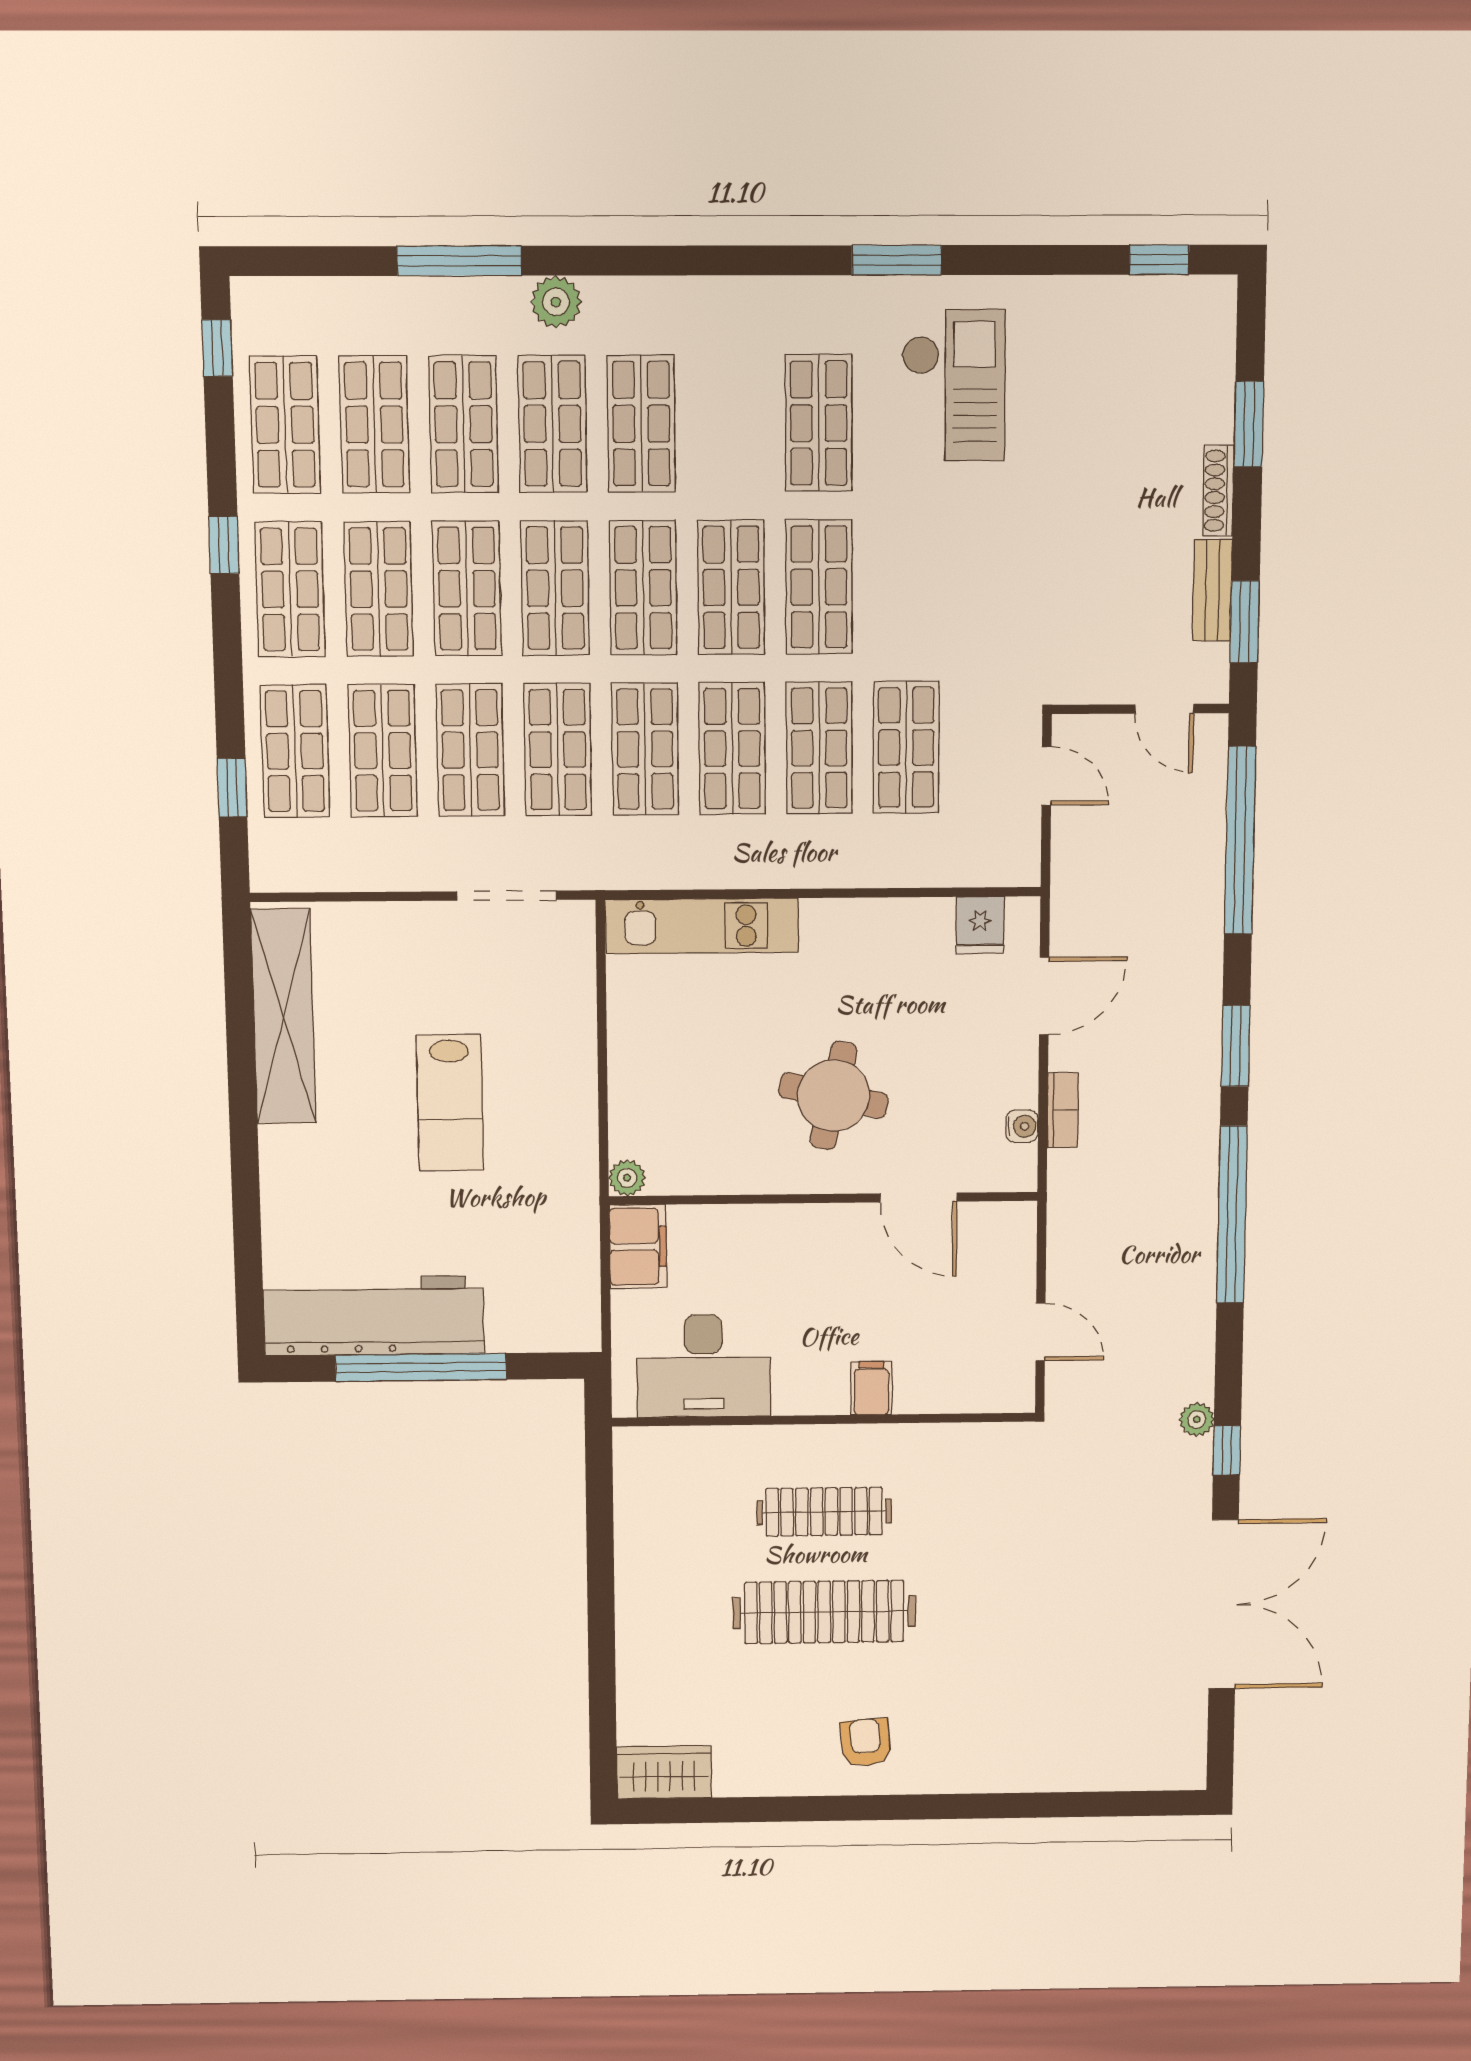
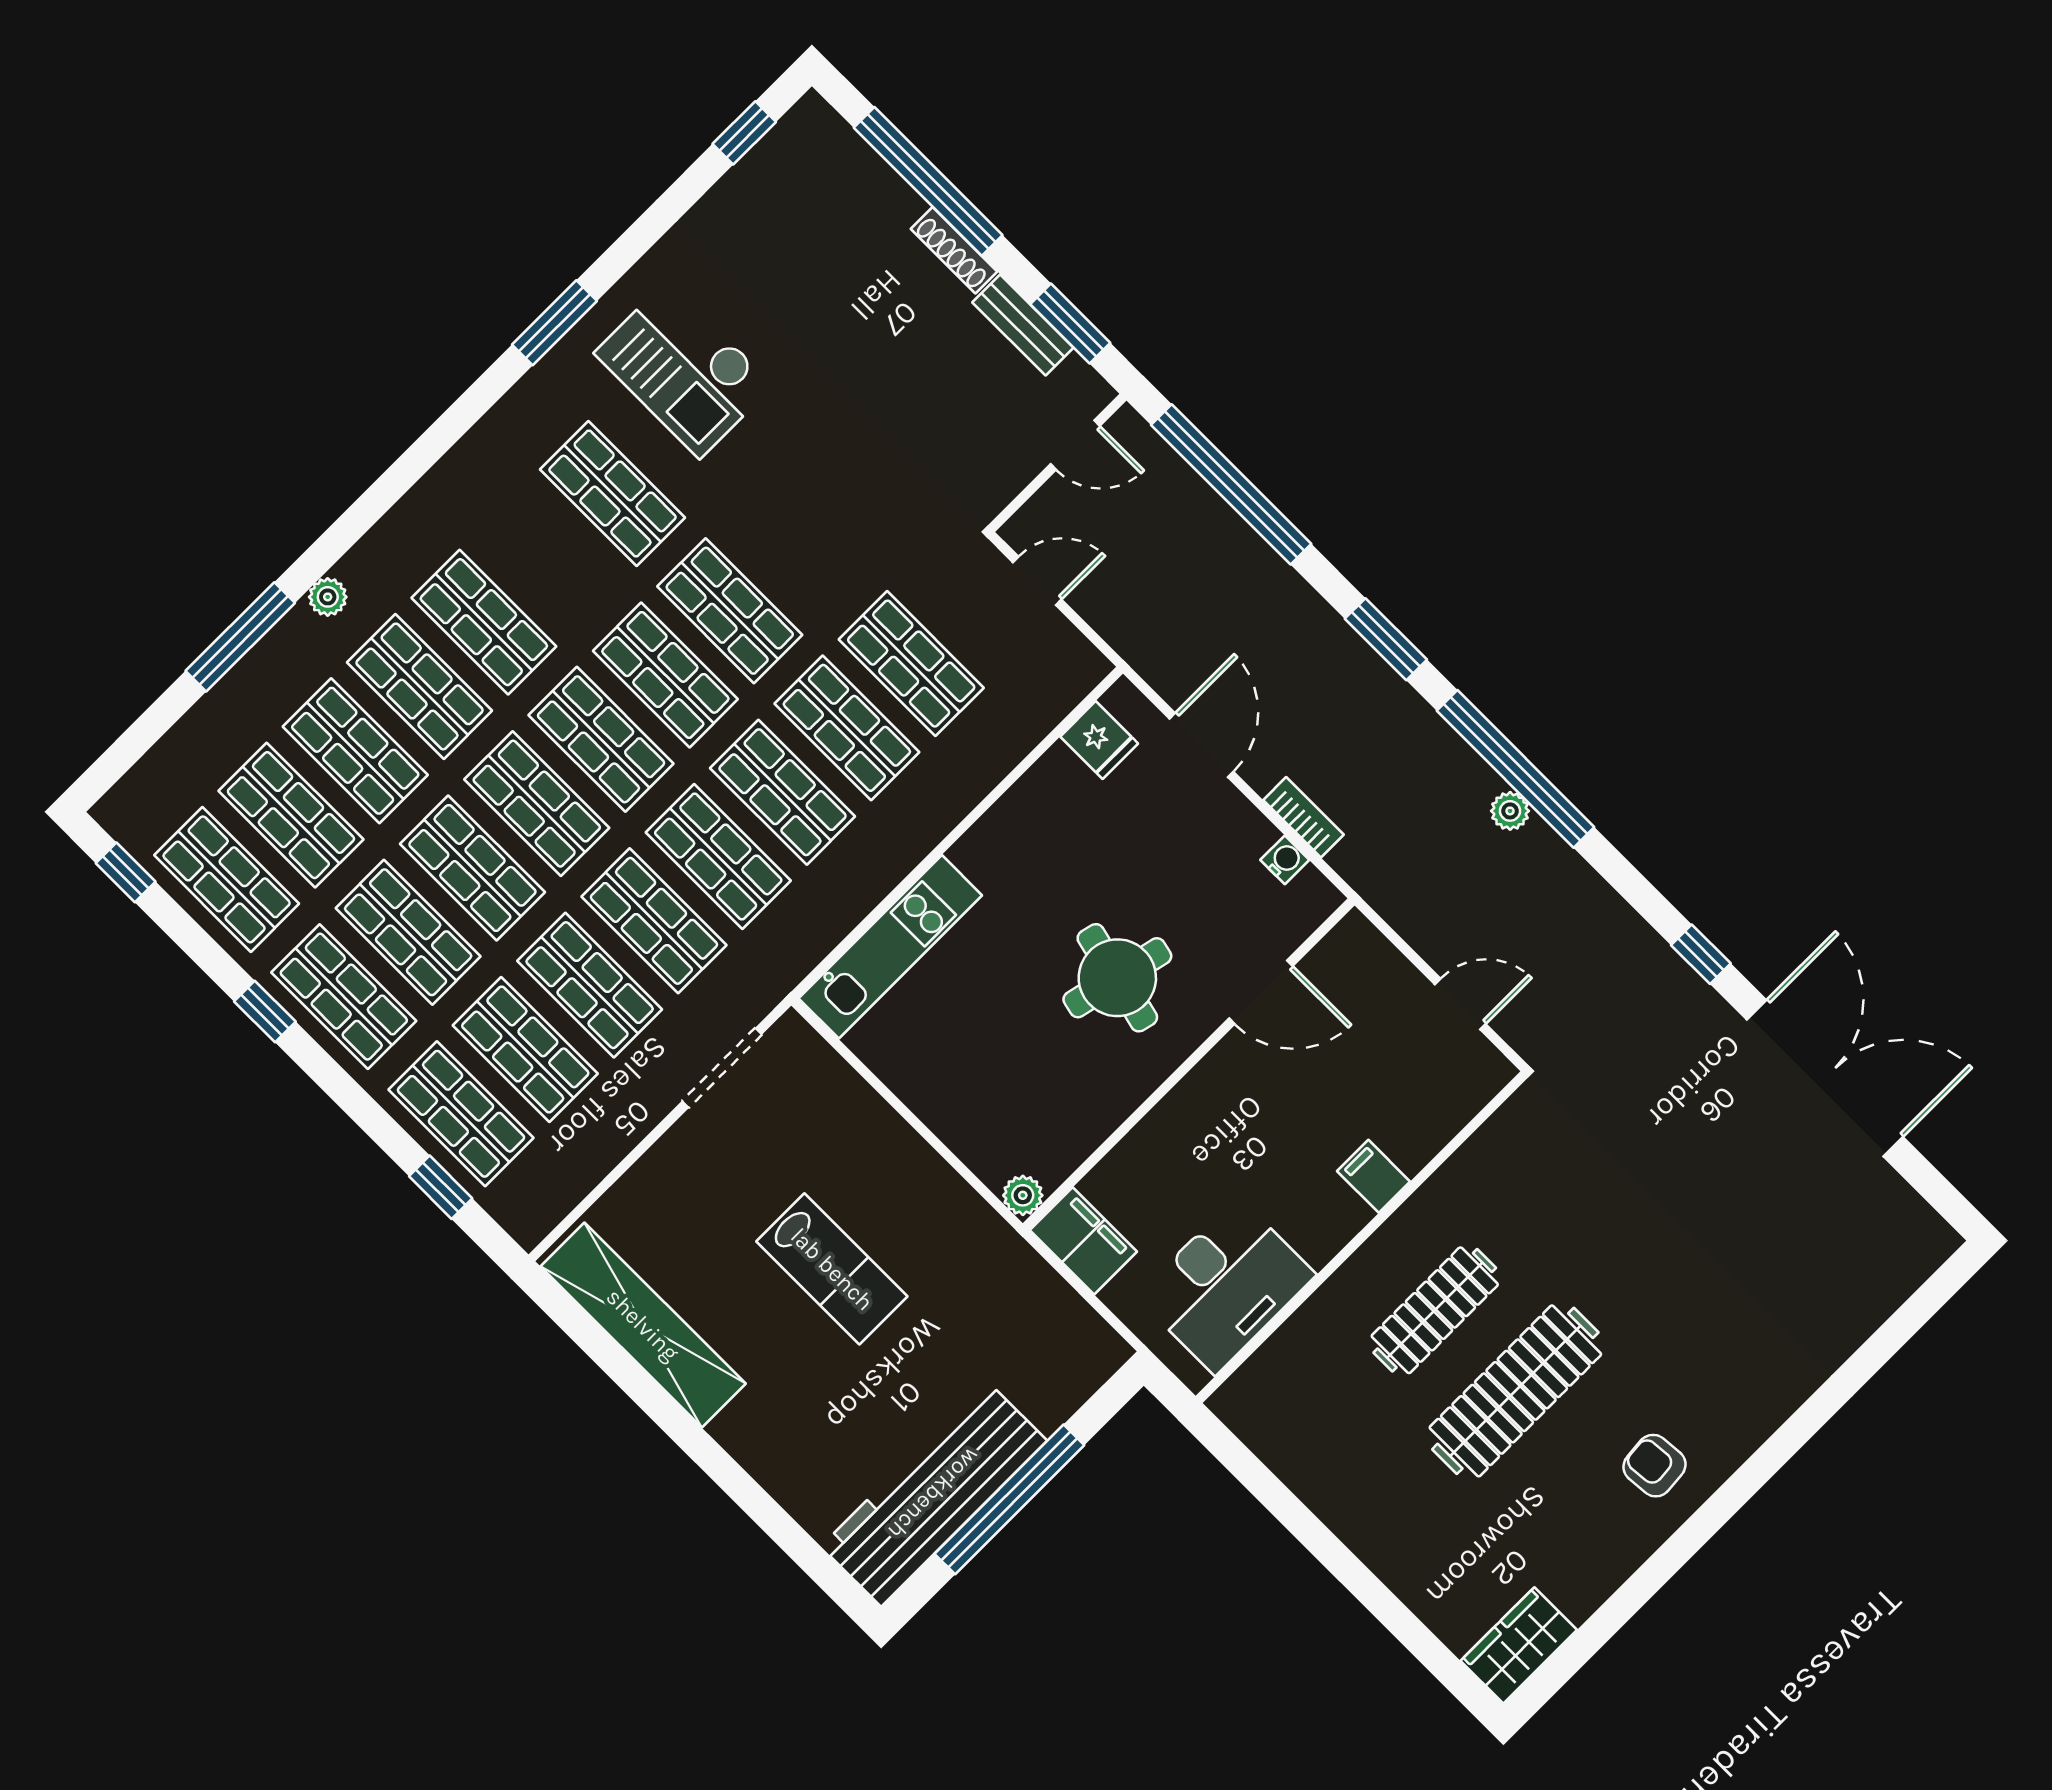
plant: (556, 302) -> (328, 597), width x0.73, depth x0.73
checkout: (954, 385) -> (684, 369), turned 180
window: (1249, 424) -> (928, 181), width x2.11
plant: (1197, 1420) -> (1510, 811), moved

